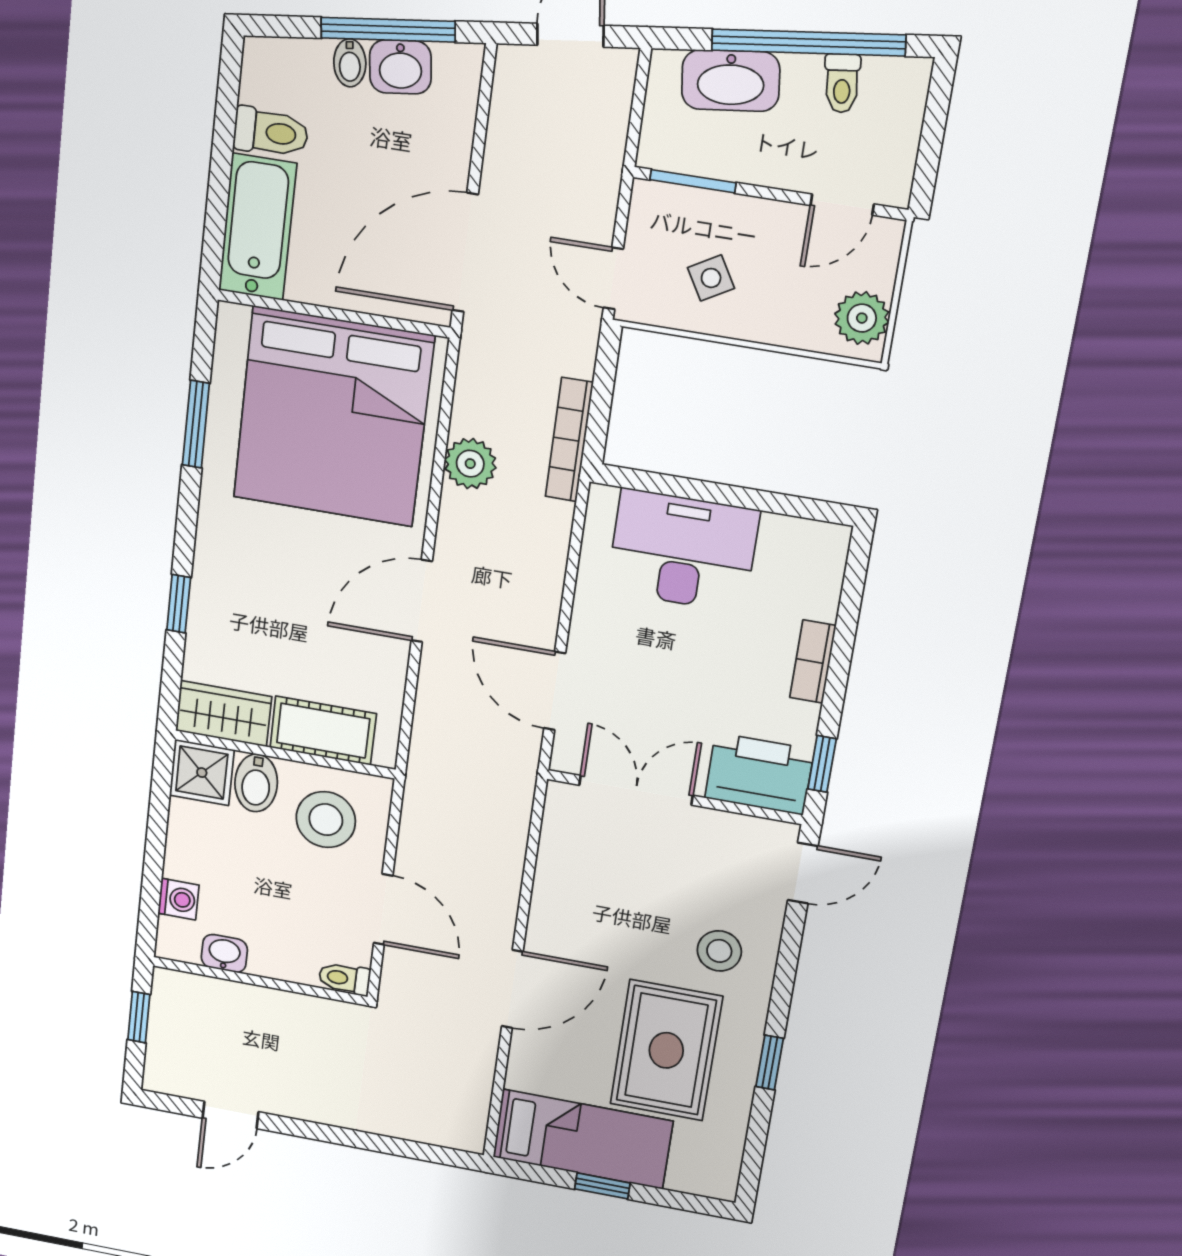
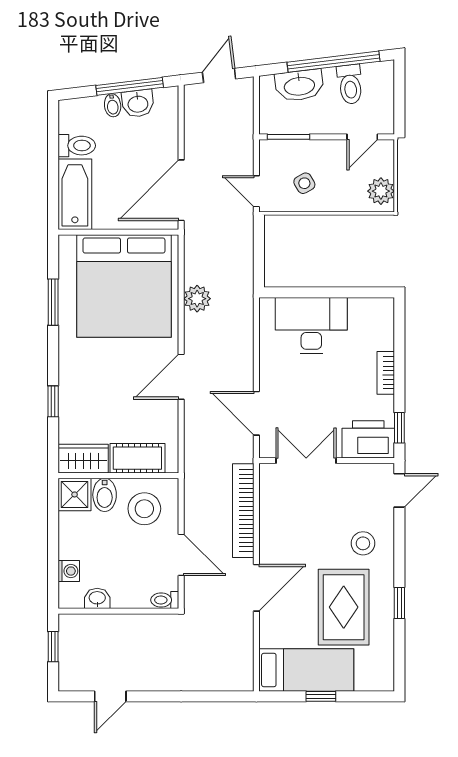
toilet: (842, 83) -> (350, 84), width x1.37, depth x1.39
bookcase: (569, 440) -> (243, 511), moved, width x1.48, depth x1.31

